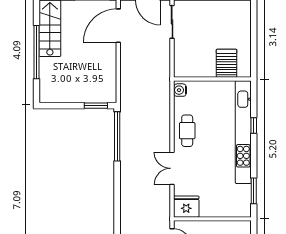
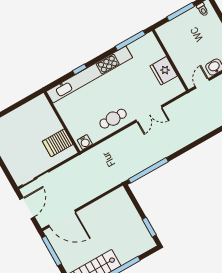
server rack: (227, 63) -> (58, 143), moved
window: (96, 106) -> (149, 227), moved
window: (254, 191) -> (130, 40), width x1.44
fridge: (186, 207) -> (164, 71), moved

